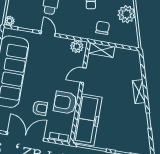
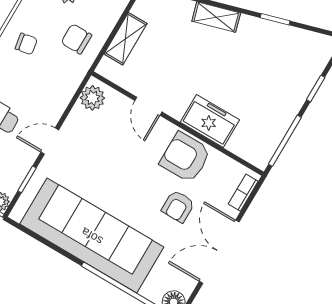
shelving: (101, 50) -> (126, 39), moved
armchair: (65, 103) -> (185, 157), turned 90
armchair: (40, 108) -> (178, 206), turned 180
freezer: (87, 120) -> (210, 121), width x0.52, depth x0.79

